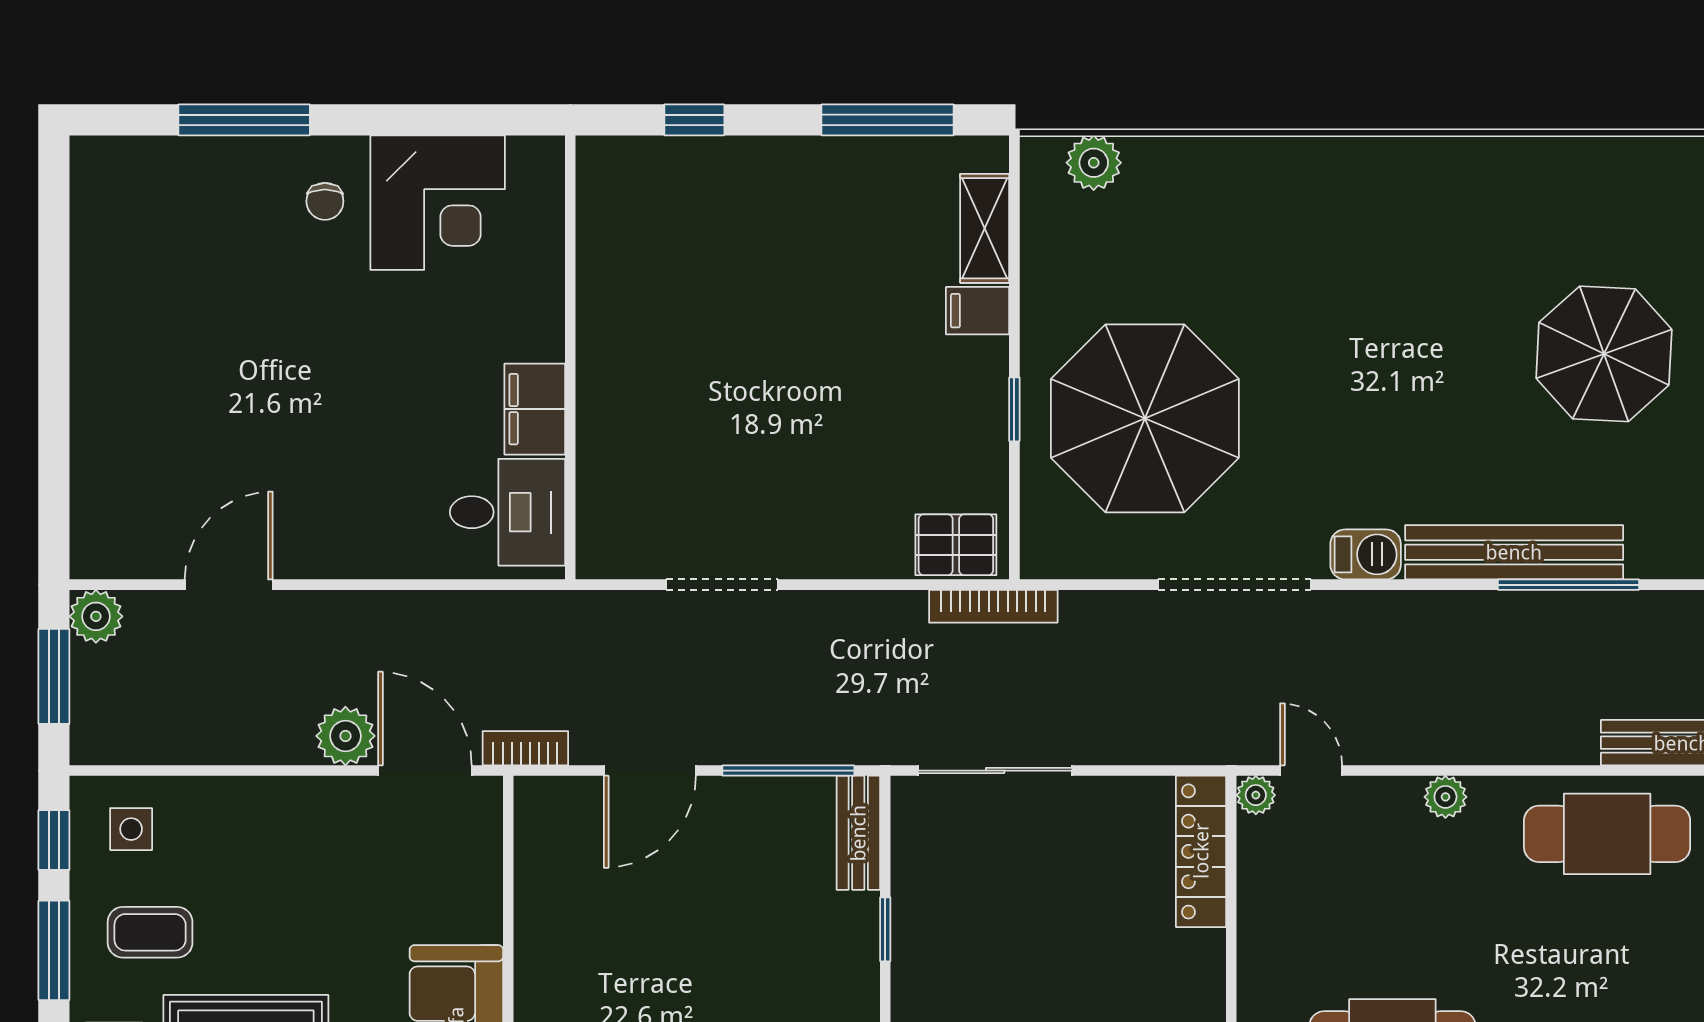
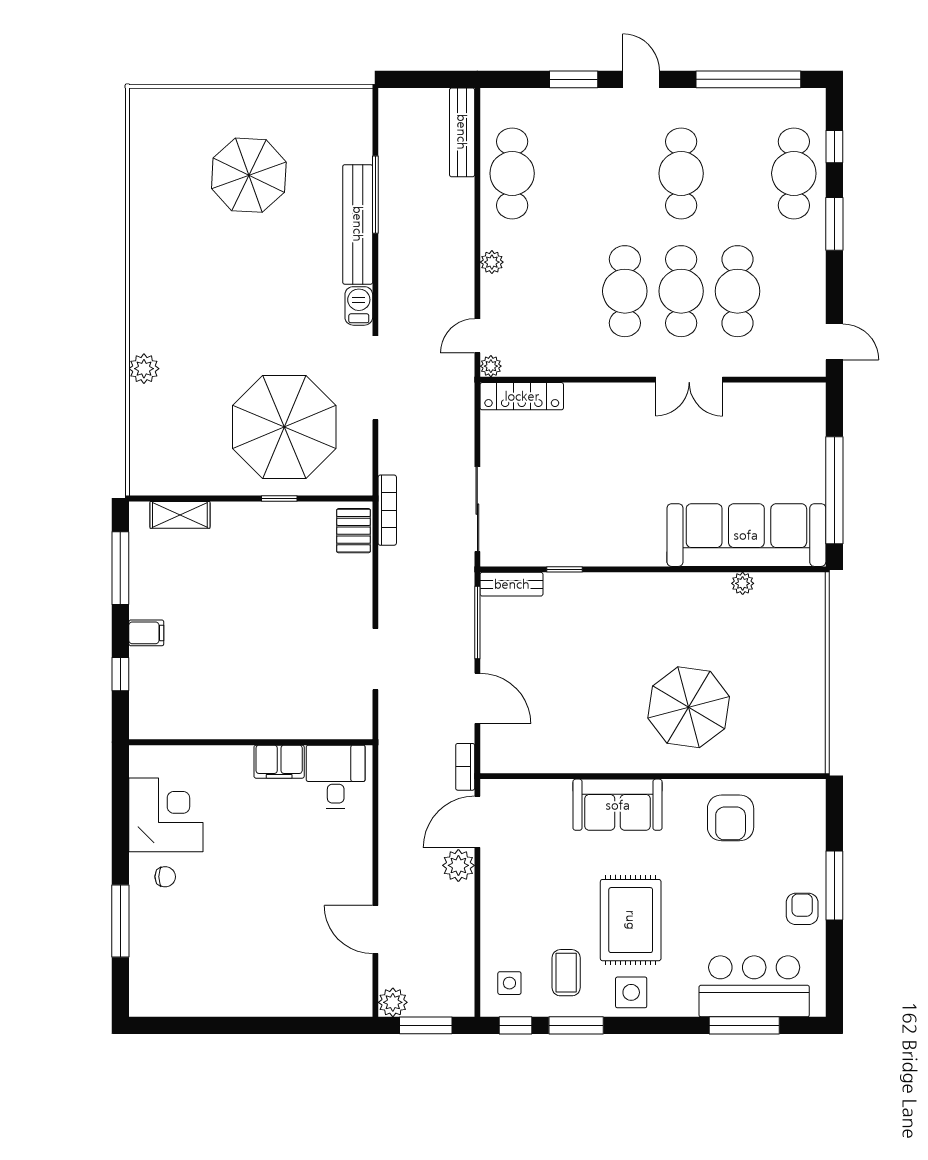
plant: (1094, 163) -> (144, 369), moved
filing cabinet: (978, 311) -> (146, 633), moved, turned -90

